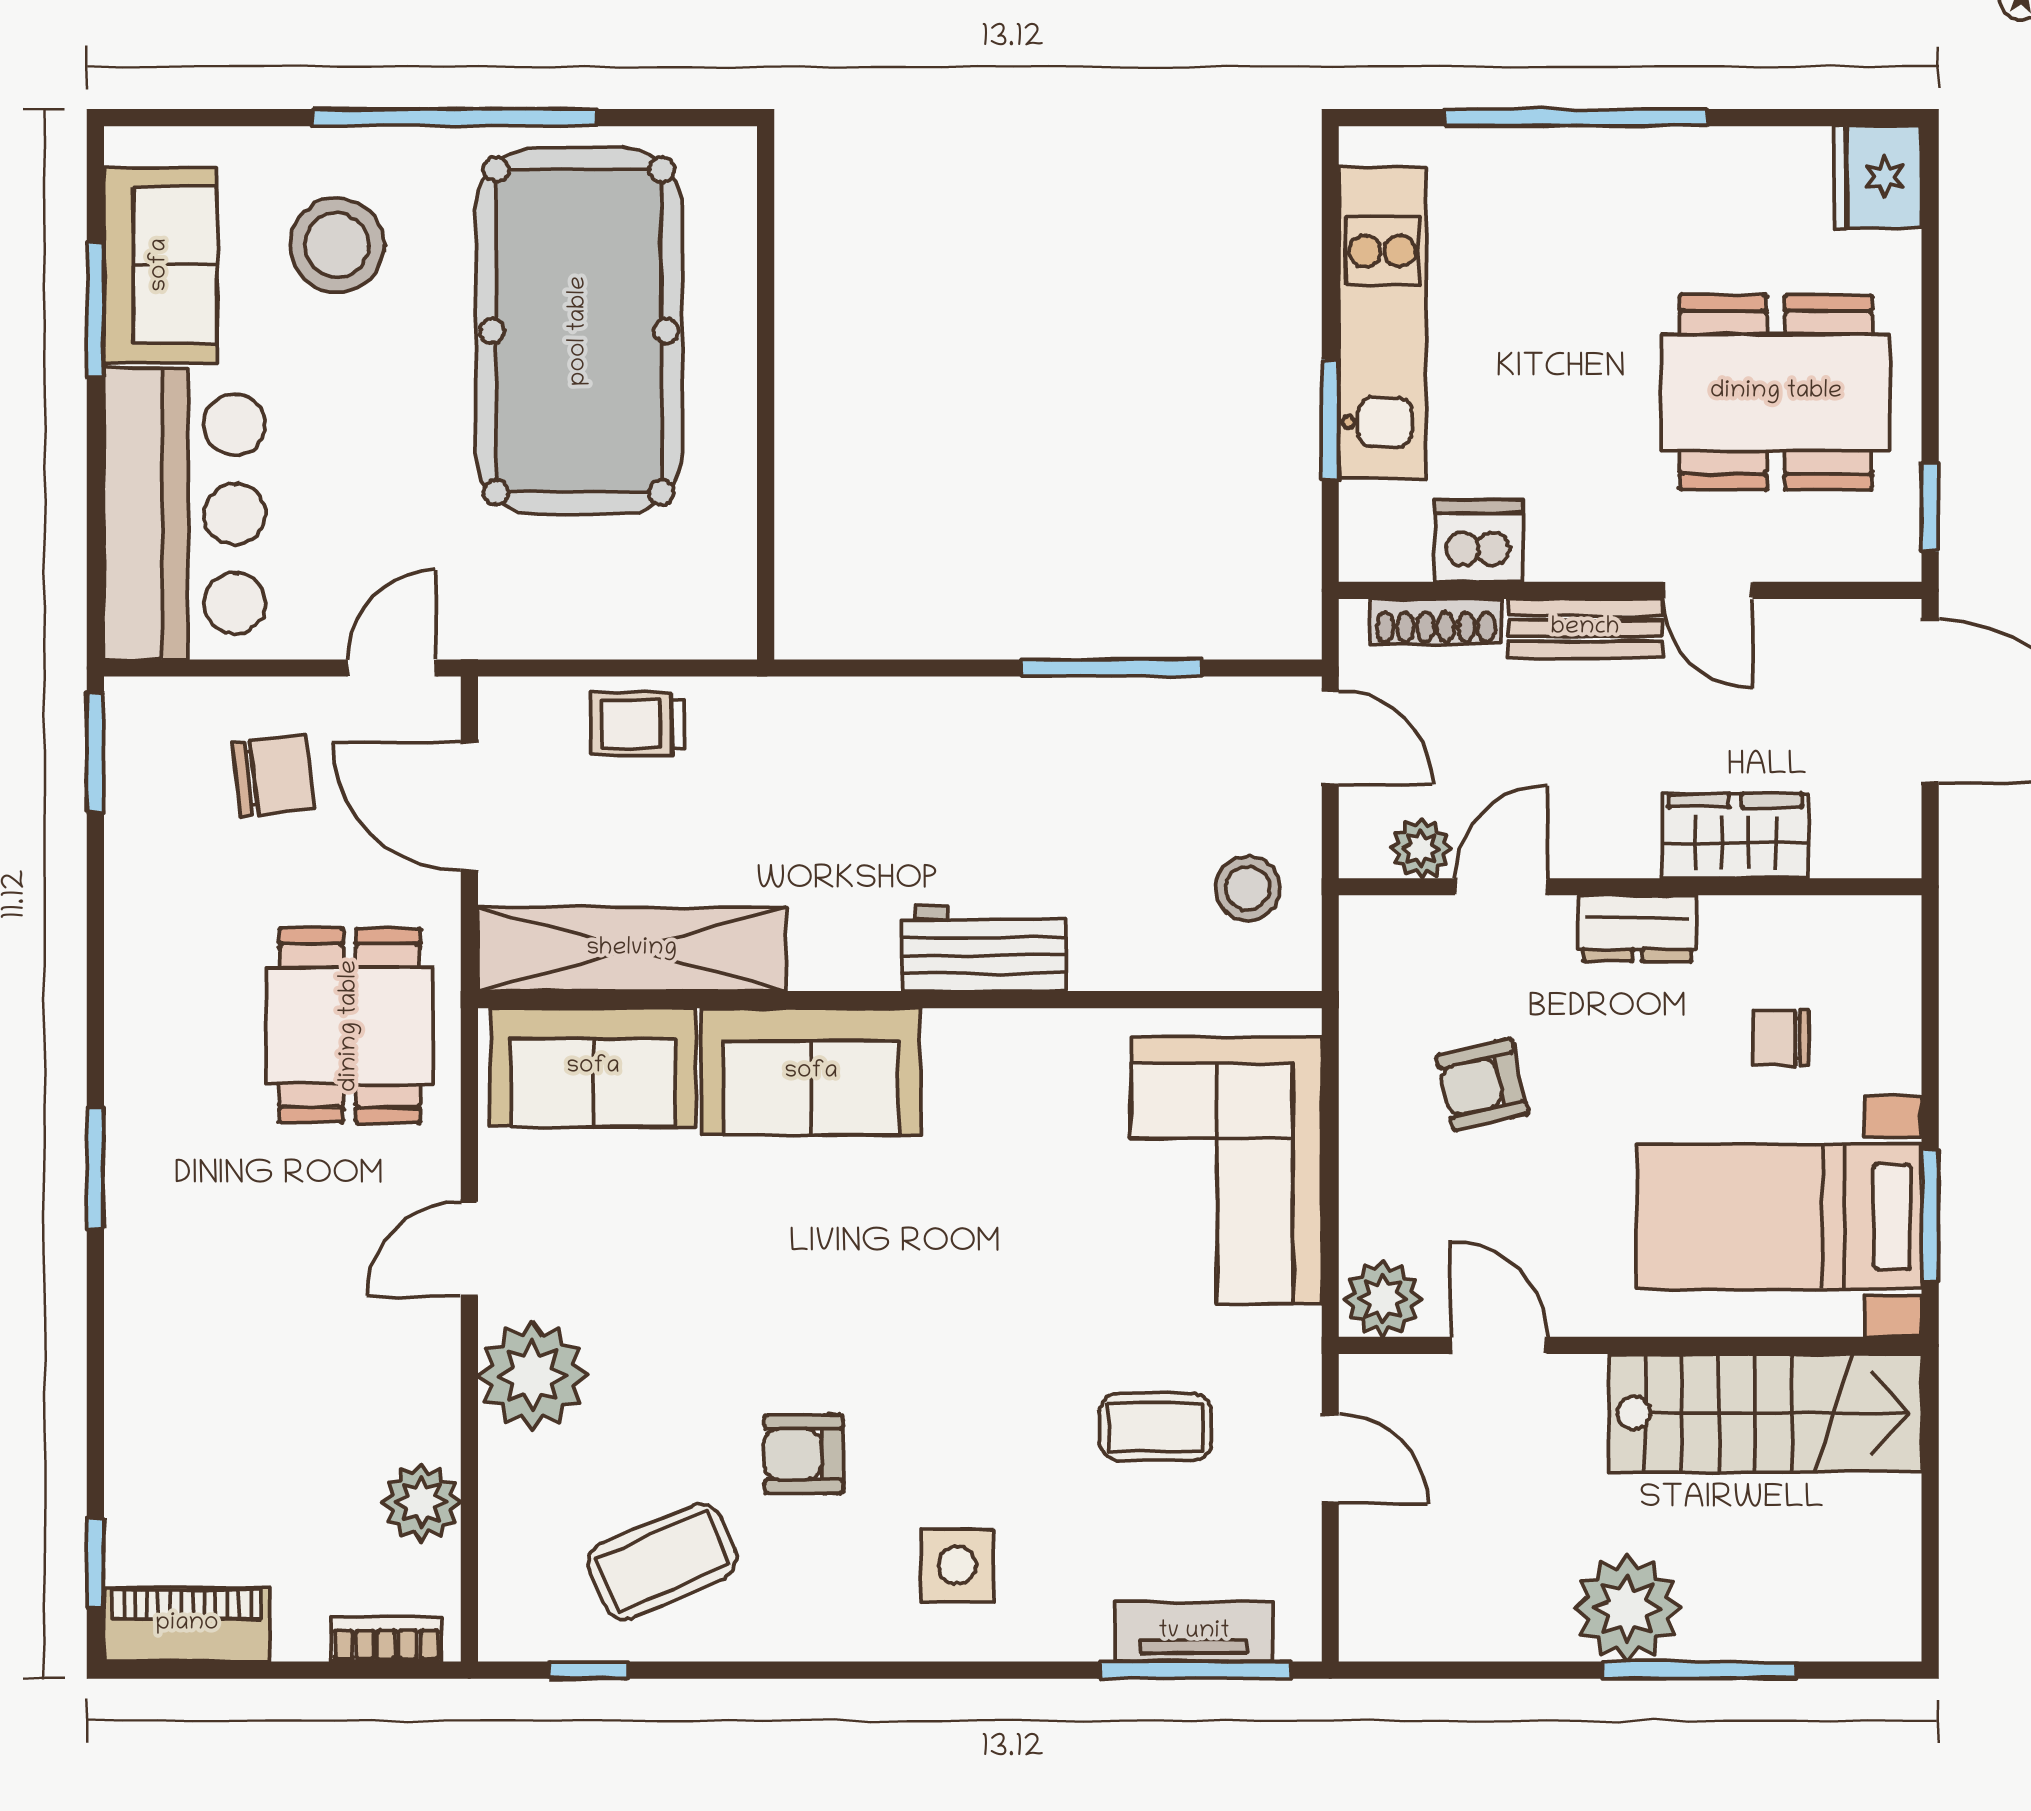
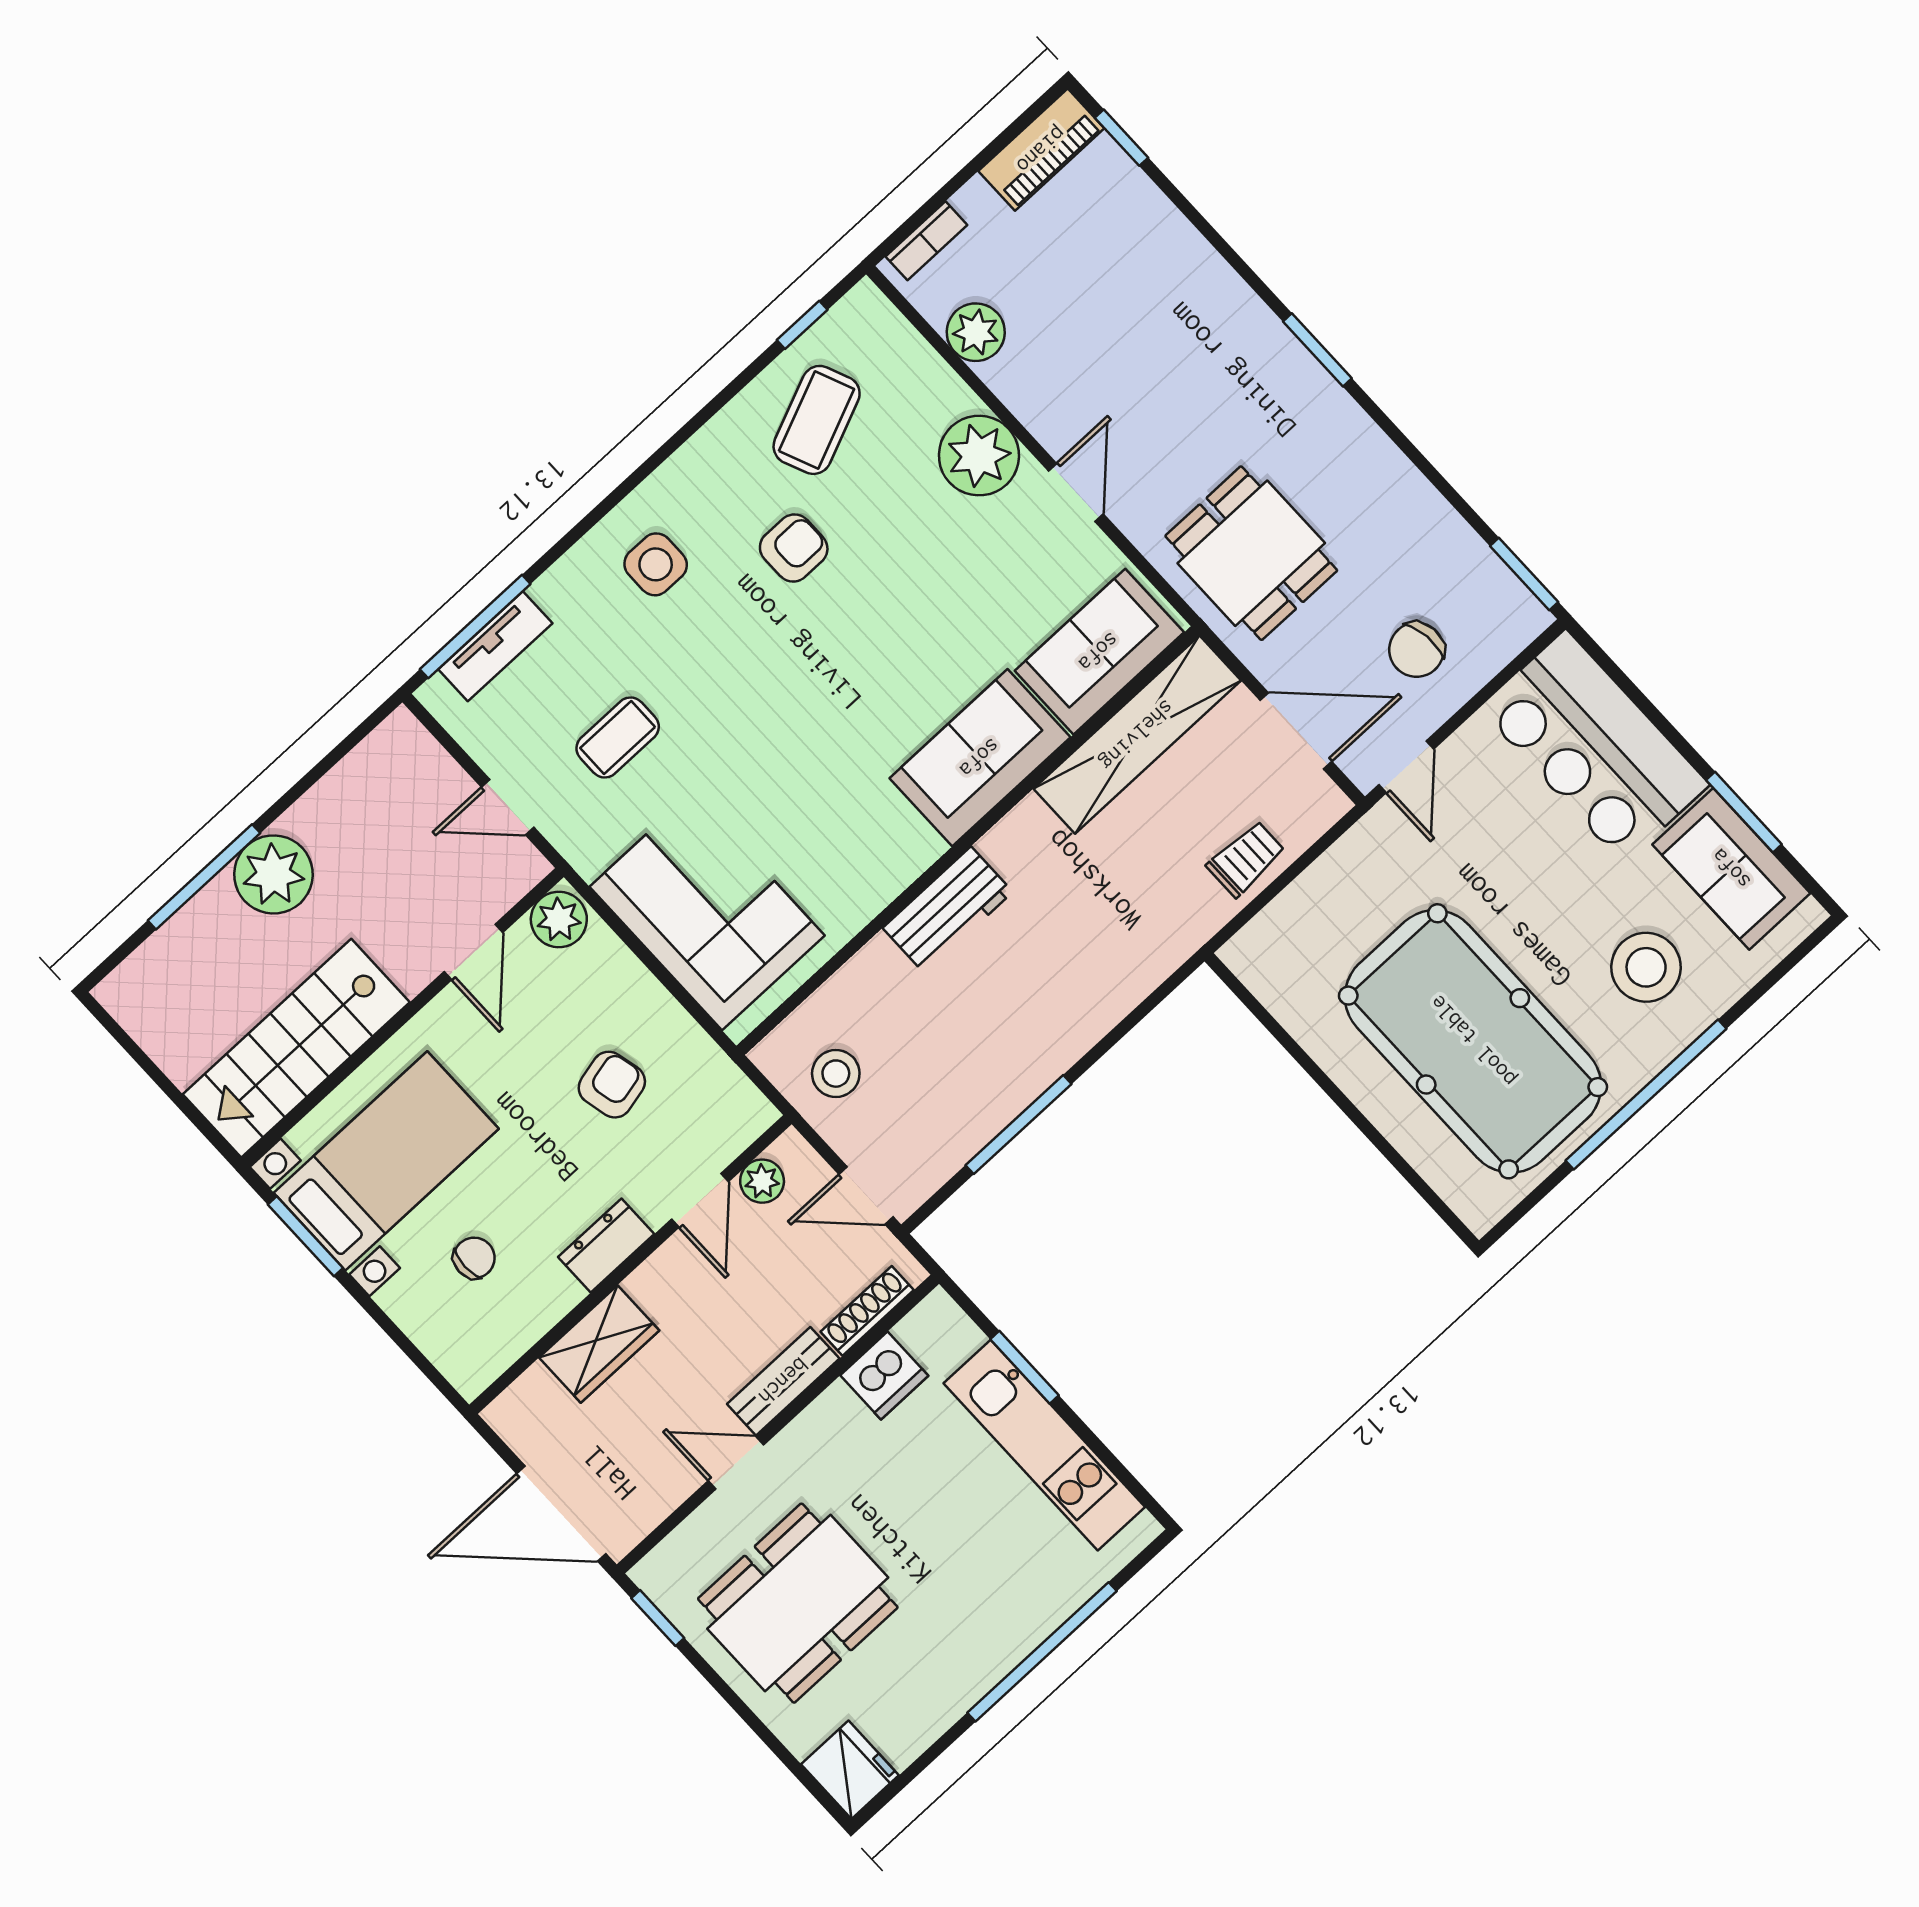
door: (1499, 1345) -> (473, 952), hinge flipped

